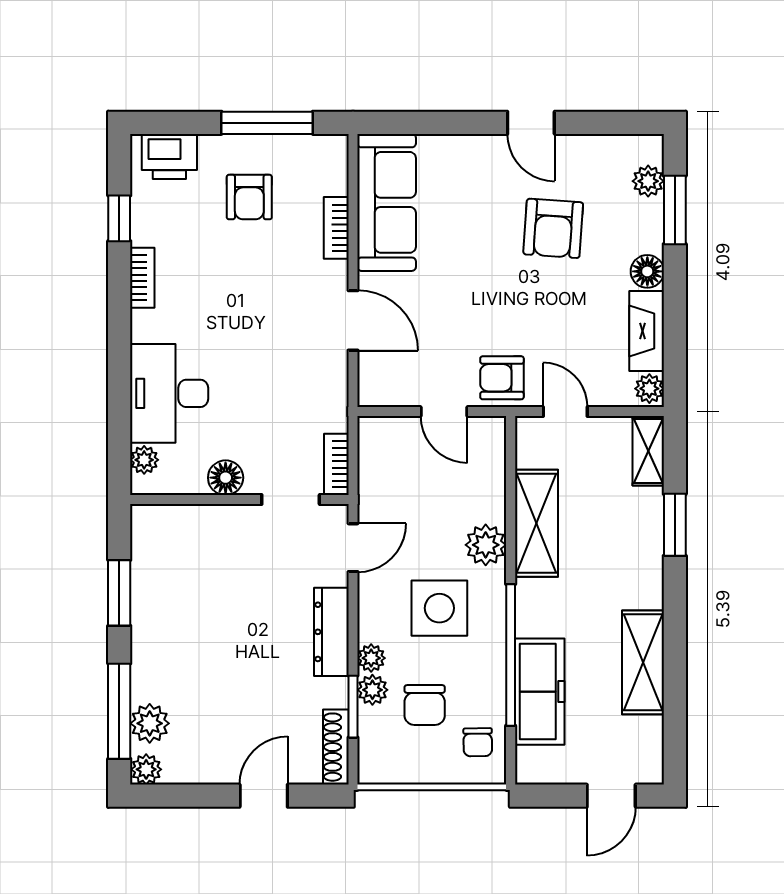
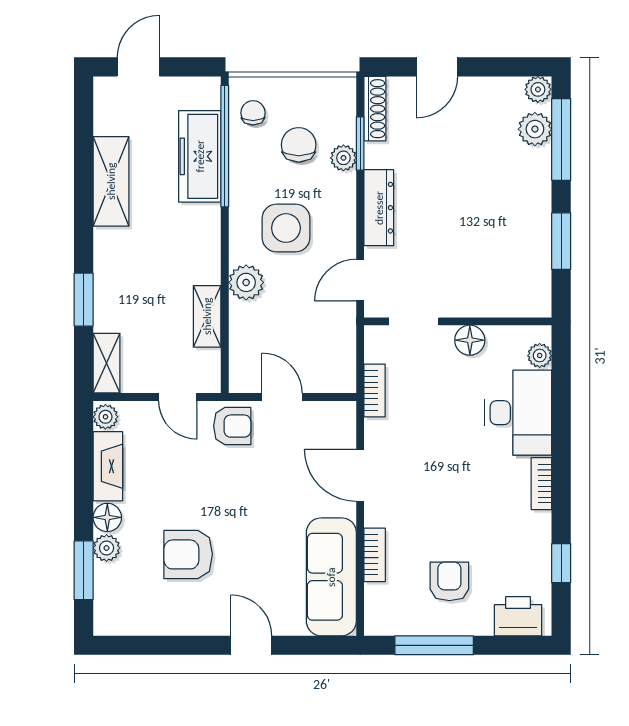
door: (531, 123) -> (251, 645), moved
plant: (648, 181) -> (107, 548), moved
armchair: (553, 228) -> (188, 554), turned -94
bookcase: (142, 278) -> (541, 484), moved
bookcase: (336, 464) -> (375, 390), moved
shelving: (536, 523) -> (207, 316), width x0.67, depth x0.75
window: (511, 655) -> (225, 146), moved
plant: (371, 658) -> (345, 185), removed

